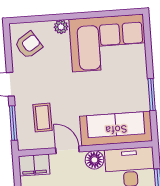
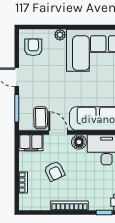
armchair: (29, 45) -> (33, 47), turned -57
coffee table: (43, 117) -> (41, 118), moved

